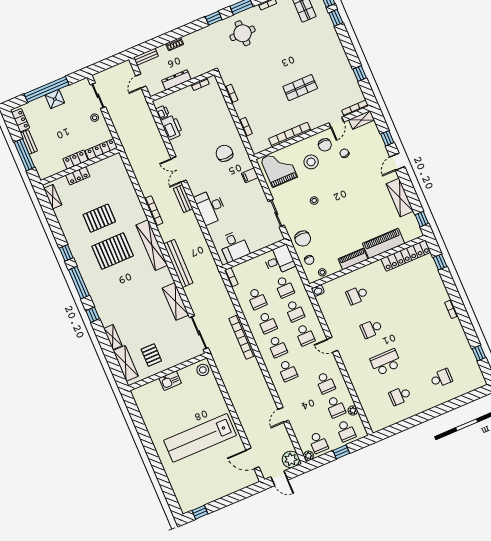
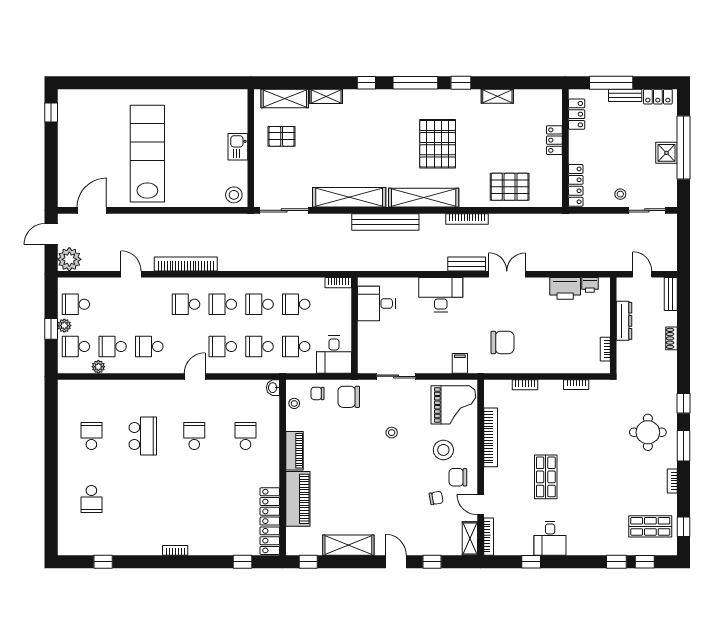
desk: (339, 68) -> (550, 538), added
locker: (75, 160) -> (577, 114), moved
shelving: (53, 197) -> (497, 96), moved
pallet: (99, 218) -> (510, 187), moved, turned 90
shelving: (175, 302) -> (349, 197), width x1.47
bookcase: (242, 337) -> (186, 264), moved
plant: (308, 456) -> (64, 326), moved

